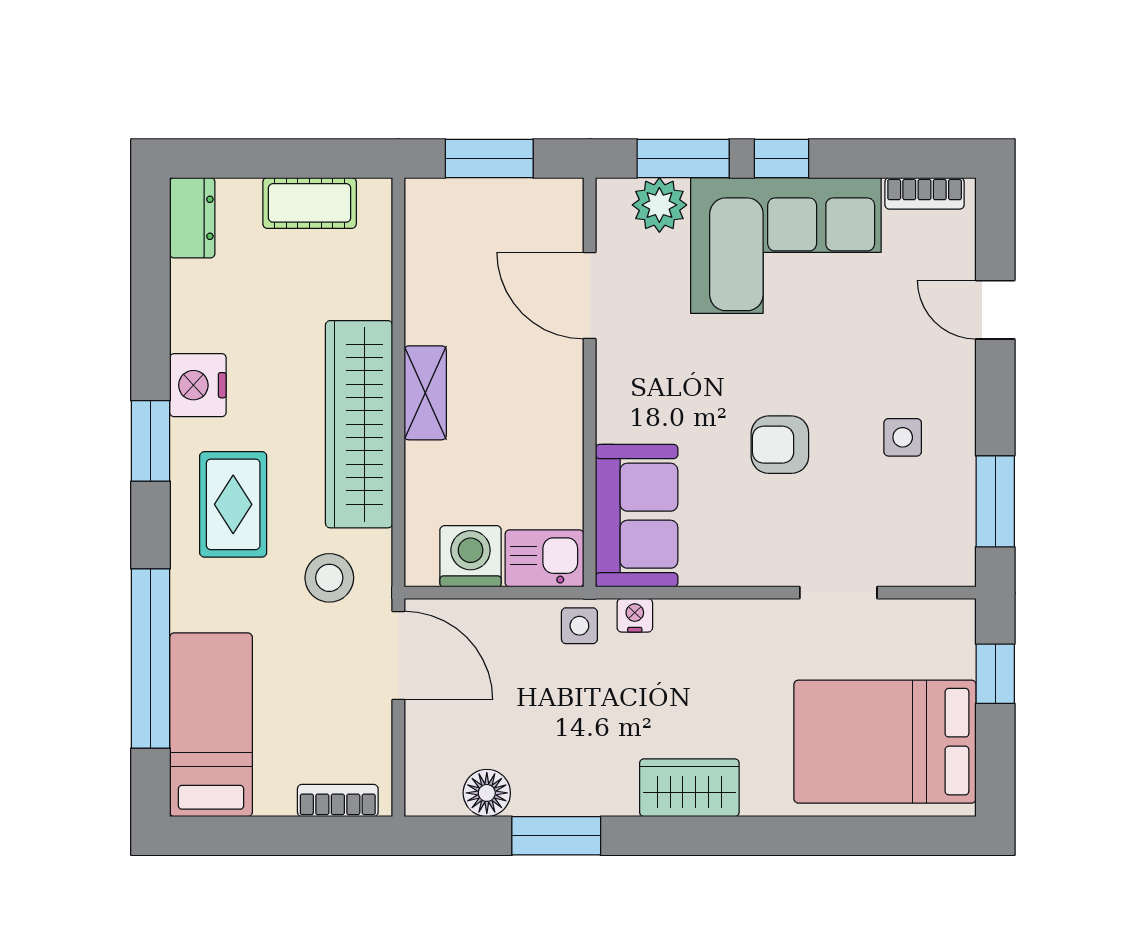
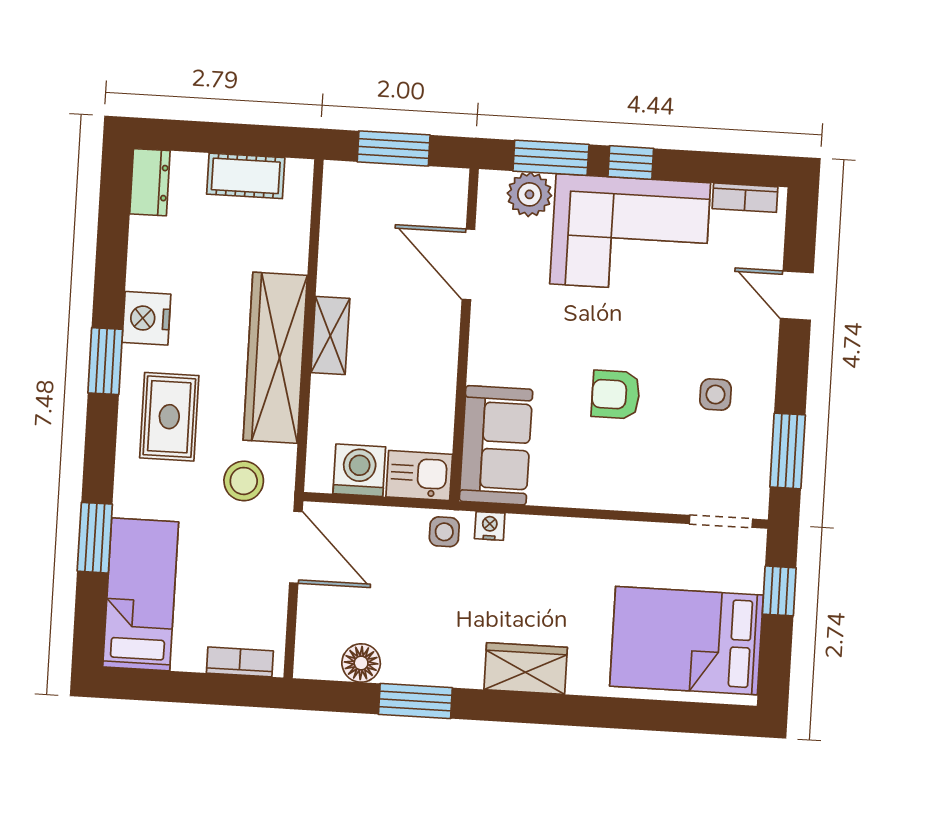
doorway: (838, 593) -> (721, 521), moved
window: (151, 658) -> (95, 538), width x0.47

